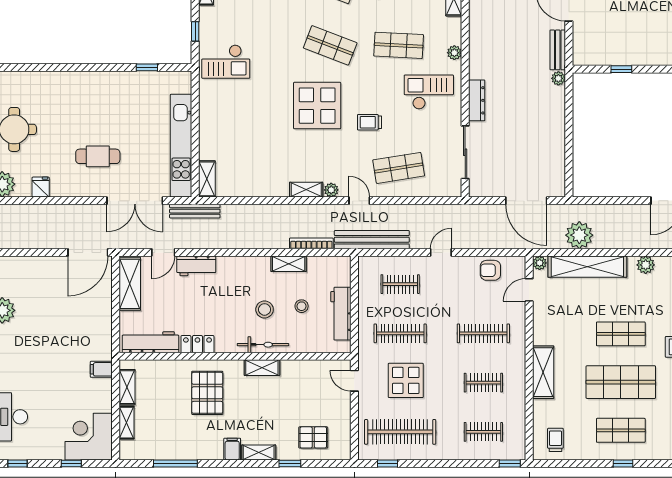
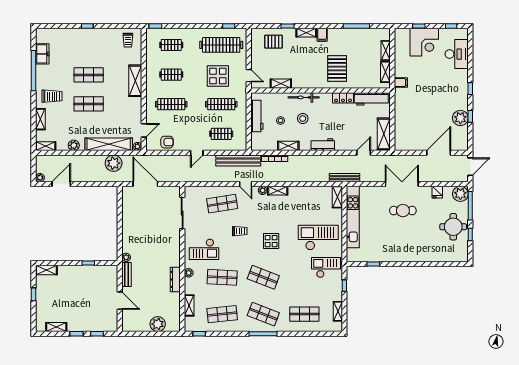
dresser: (477, 100) -> (175, 279), moved
display table: (317, 106) -> (271, 241), width x0.54, depth x0.54
checkout: (239, 111) -> (318, 238), added
double door: (135, 201) -> (402, 184), moved
door: (88, 252) -> (439, 153), moved
workbench: (196, 266) -> (323, 145), moved
shelving: (262, 368) -> (281, 84), moved
shop shelf: (621, 382) -> (89, 75), width x0.70, depth x0.74
shop shelf: (621, 430) -> (89, 46), removed
corner desk: (89, 437) -> (424, 42), moved

